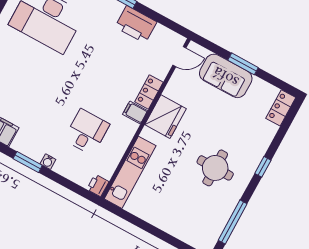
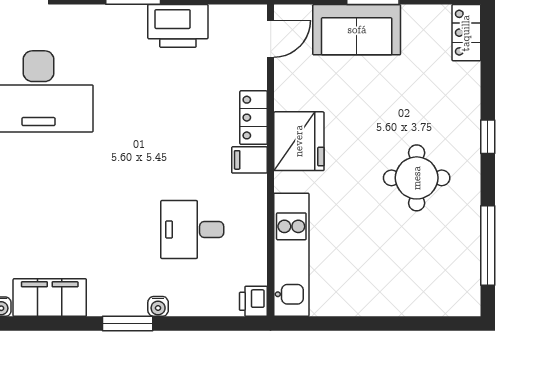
desk: (87, 132) -> (192, 230), turned -90

